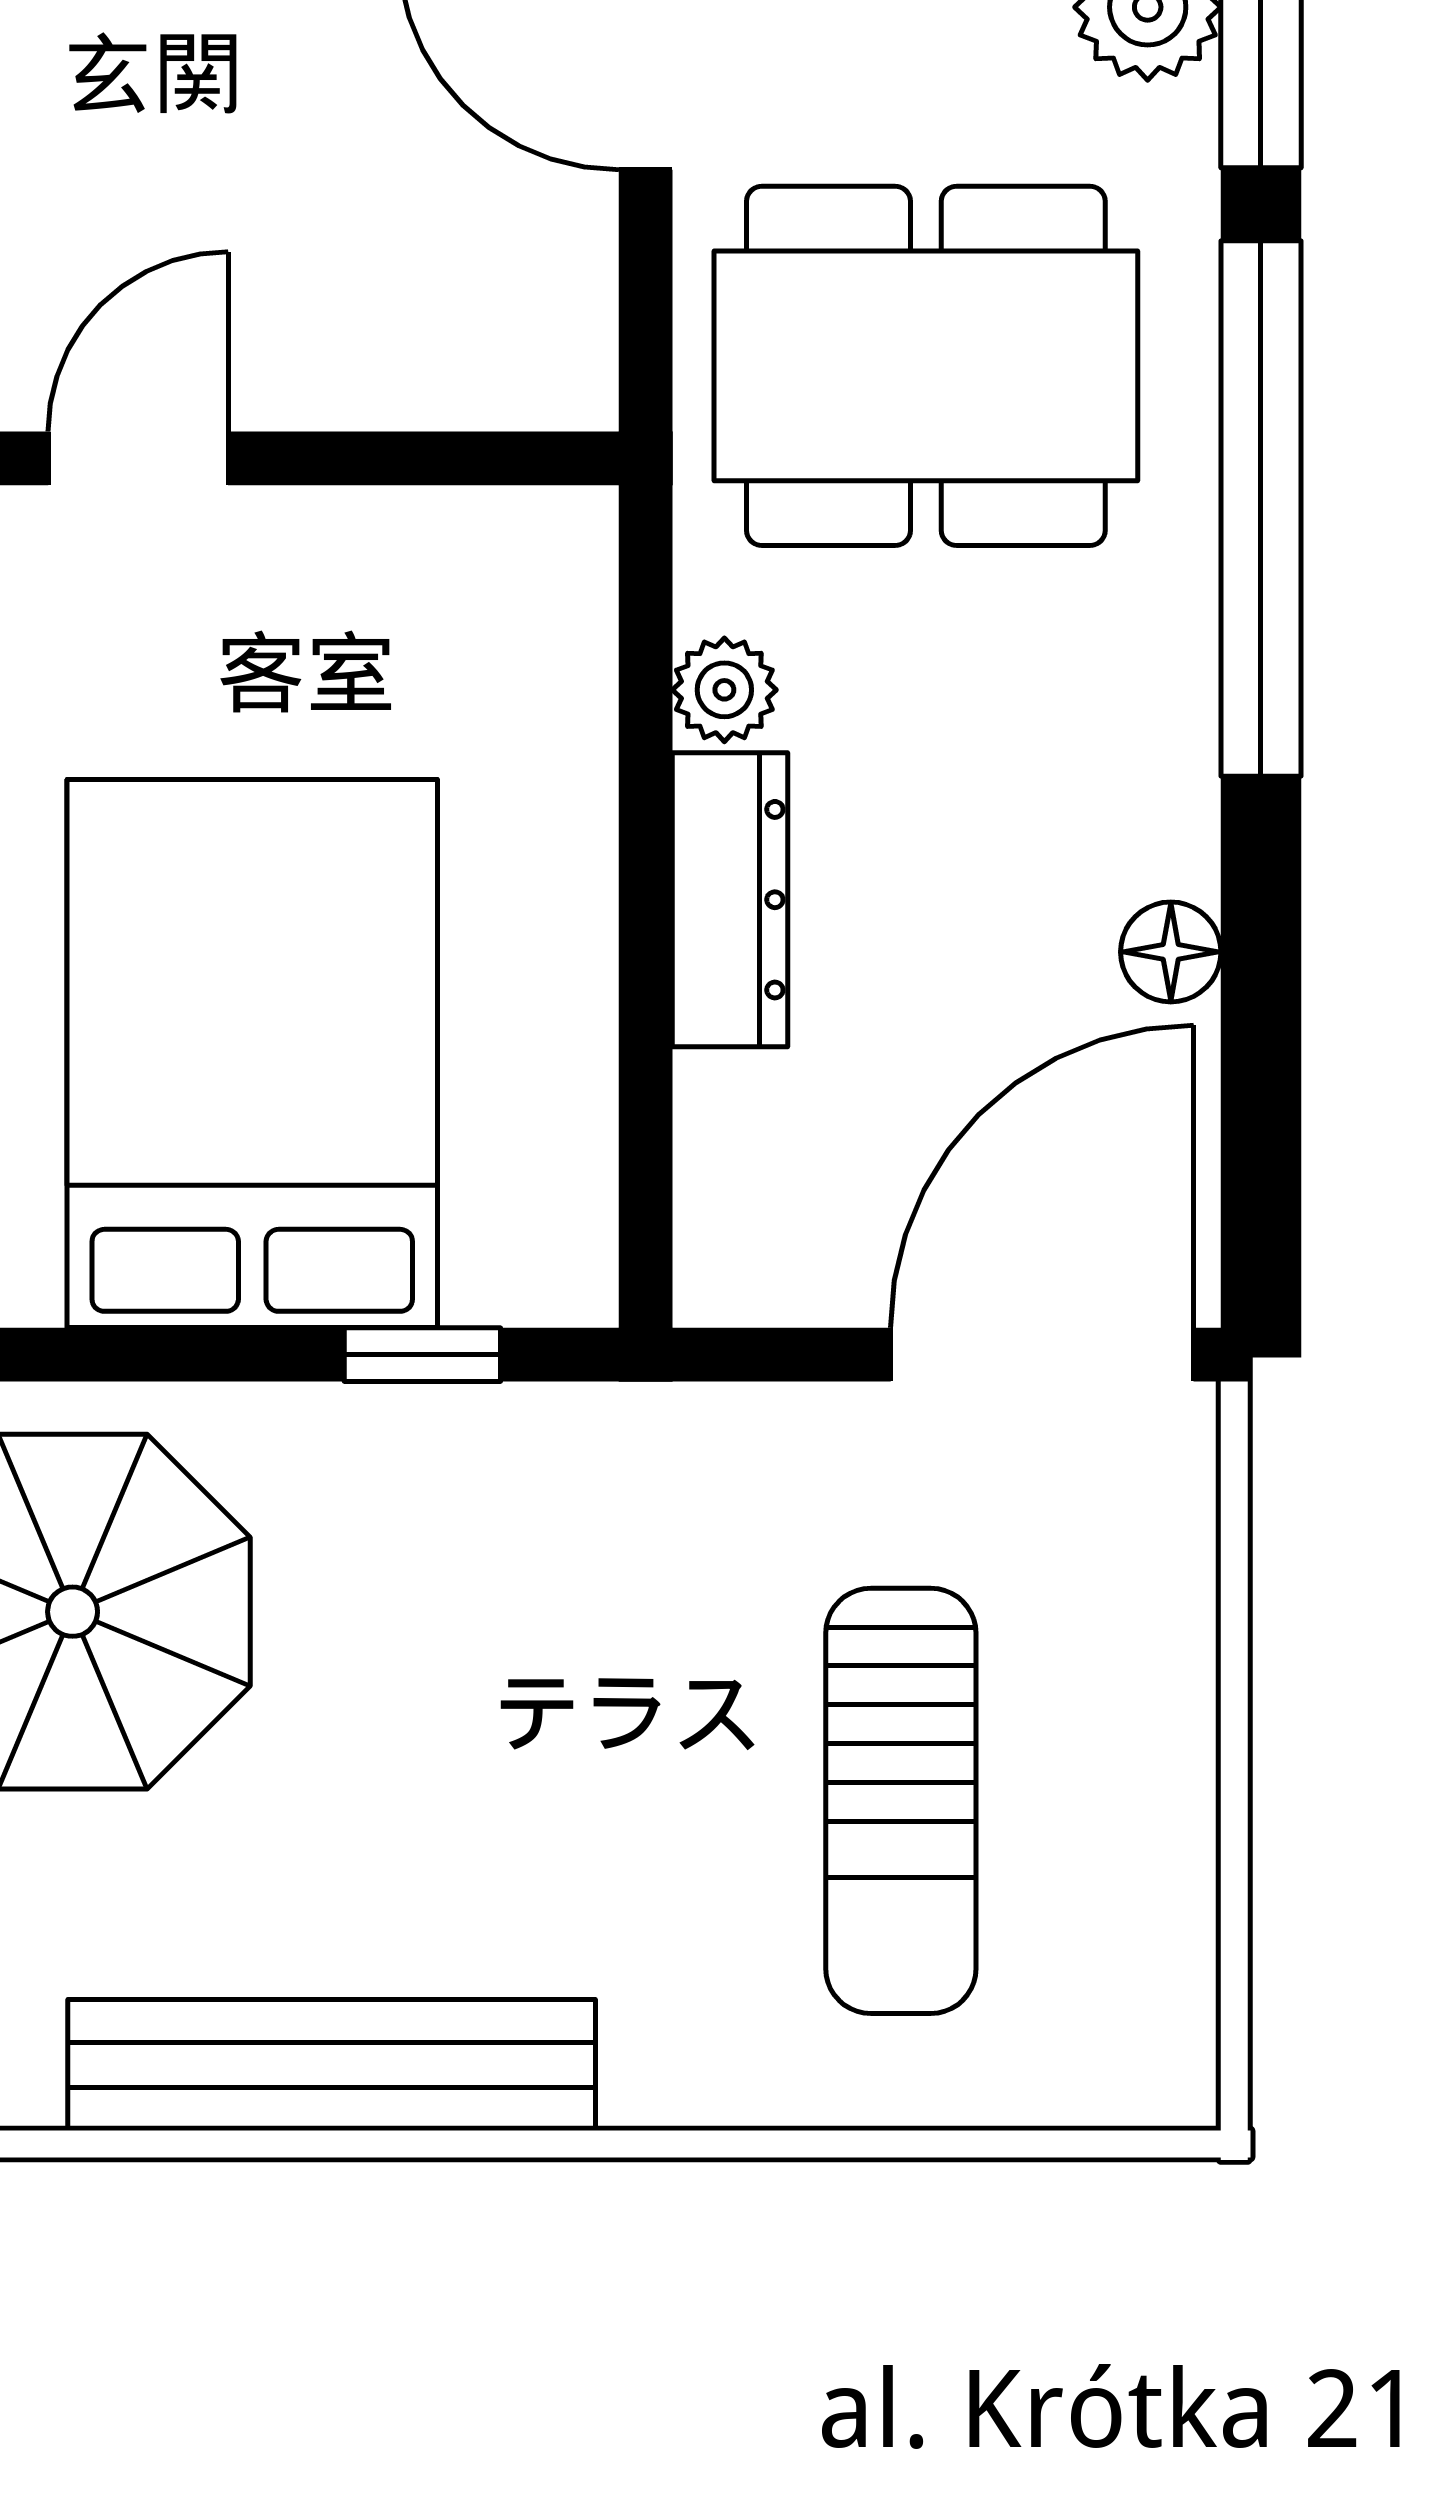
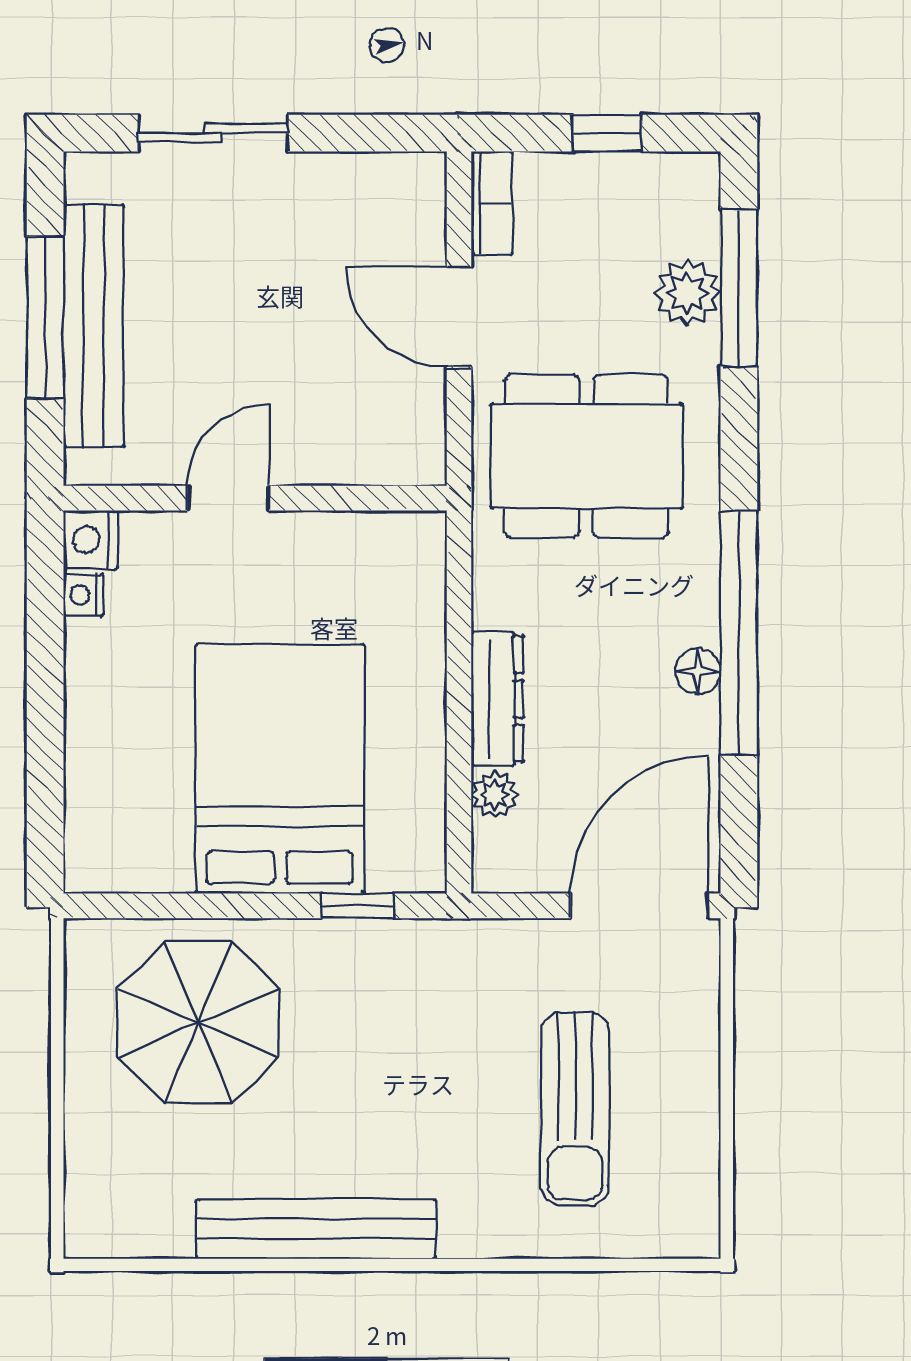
window: (1261, 508) -> (739, 633), moved
plant: (724, 690) -> (495, 794), moved
floor lamp: (1171, 952) -> (698, 671), moved

